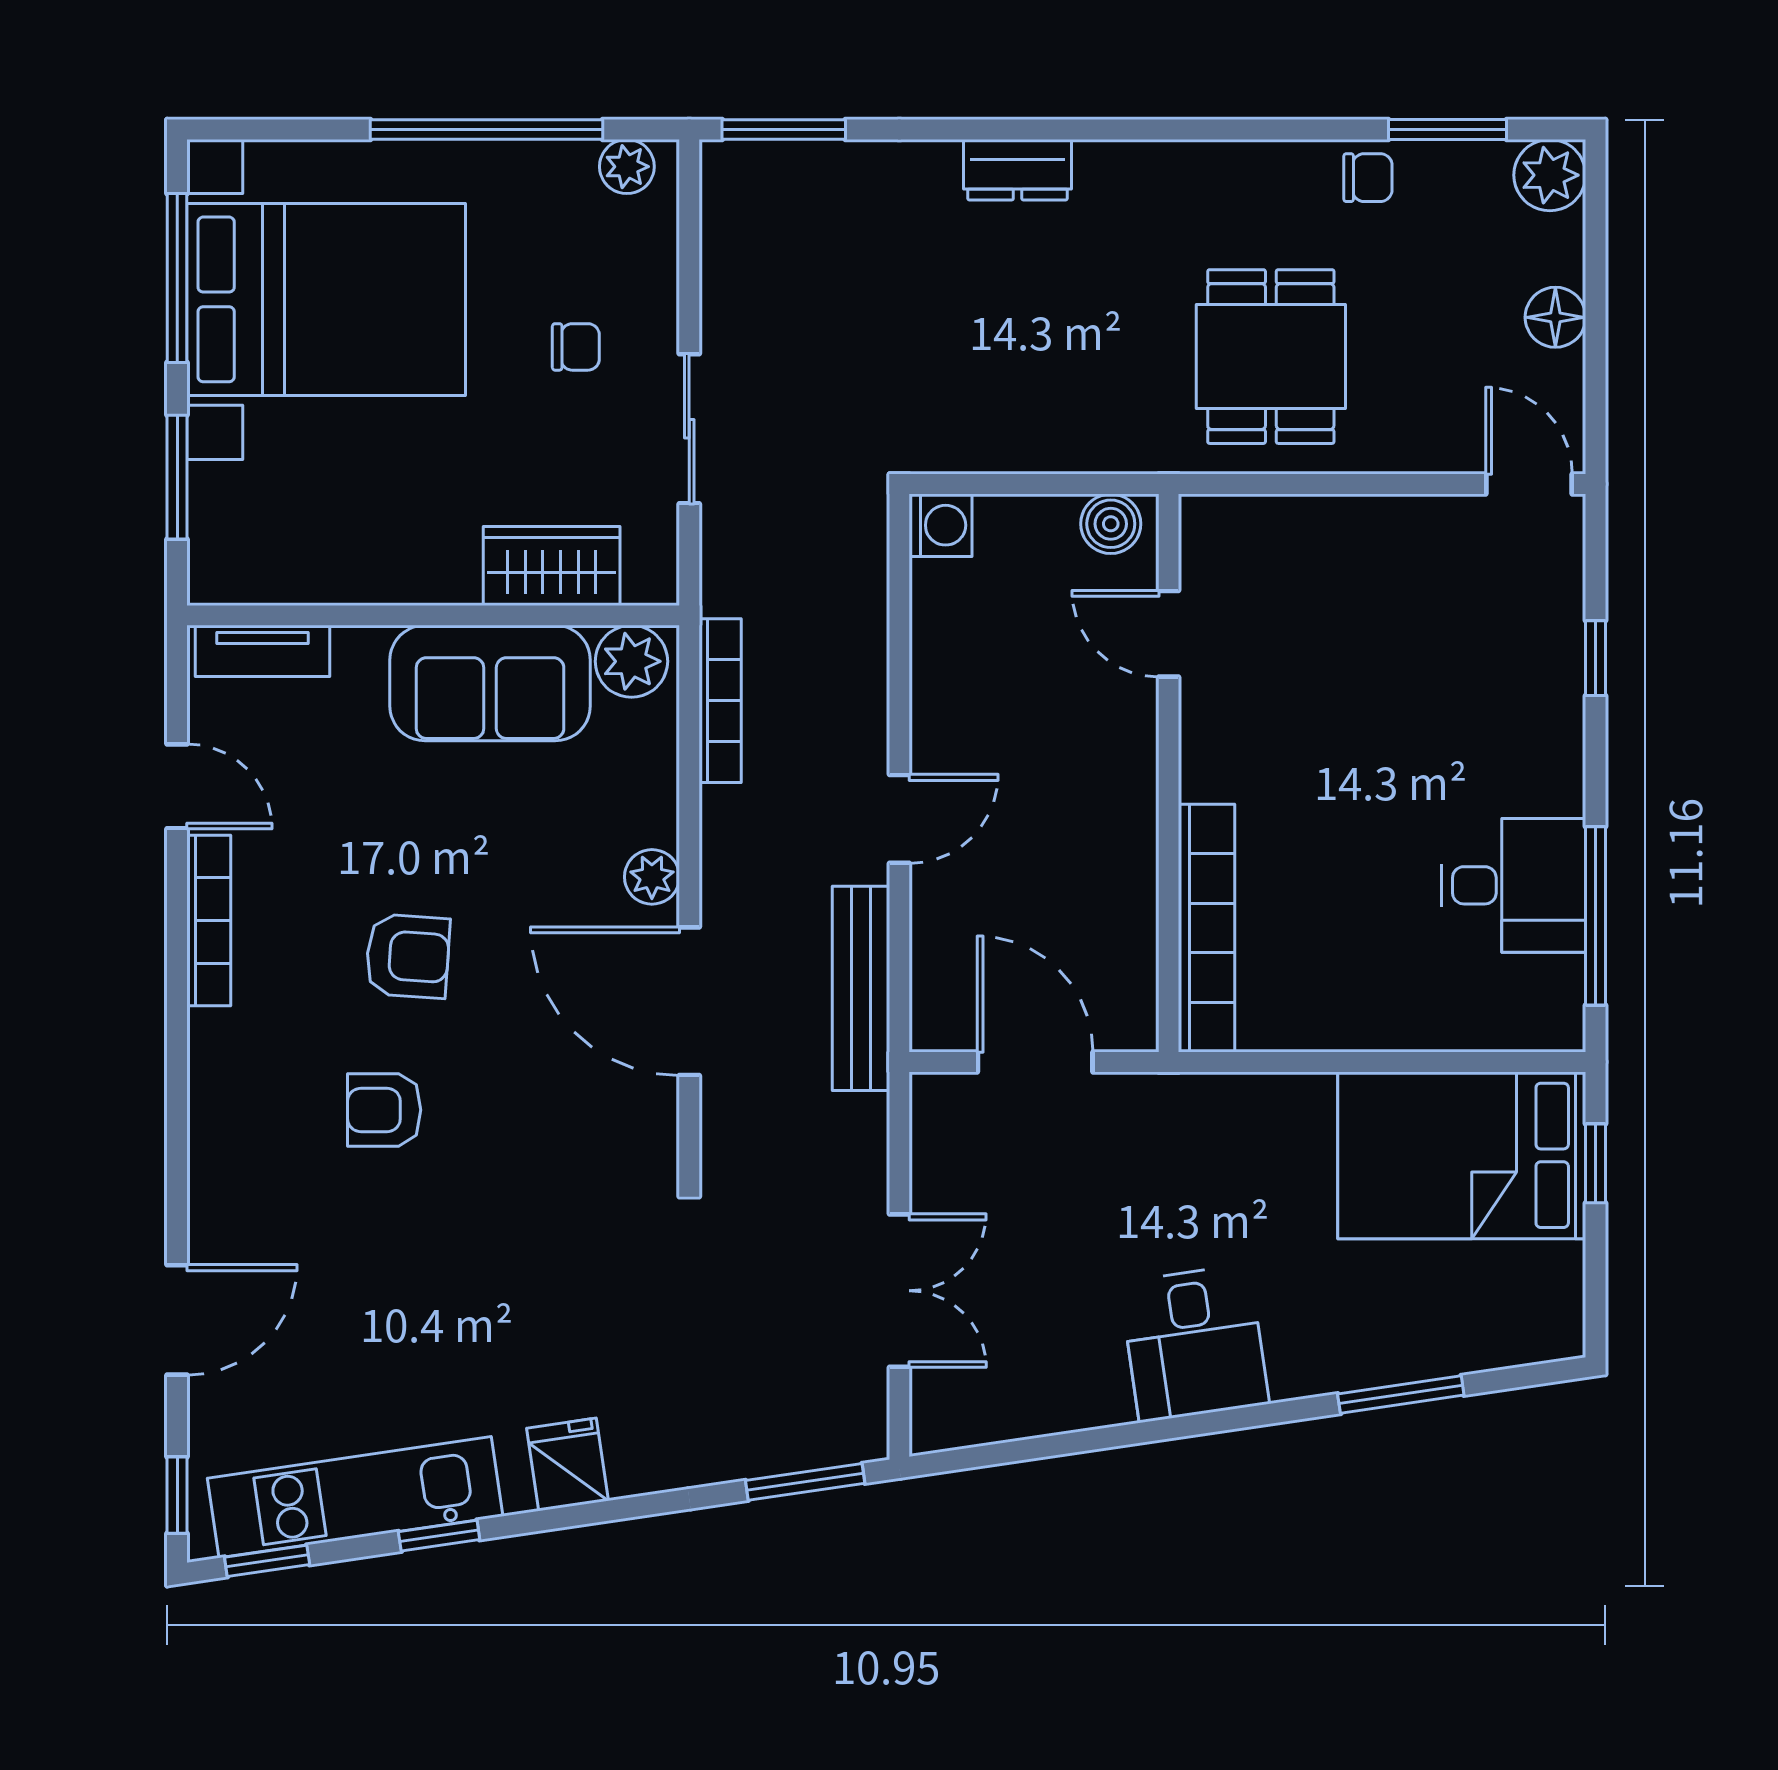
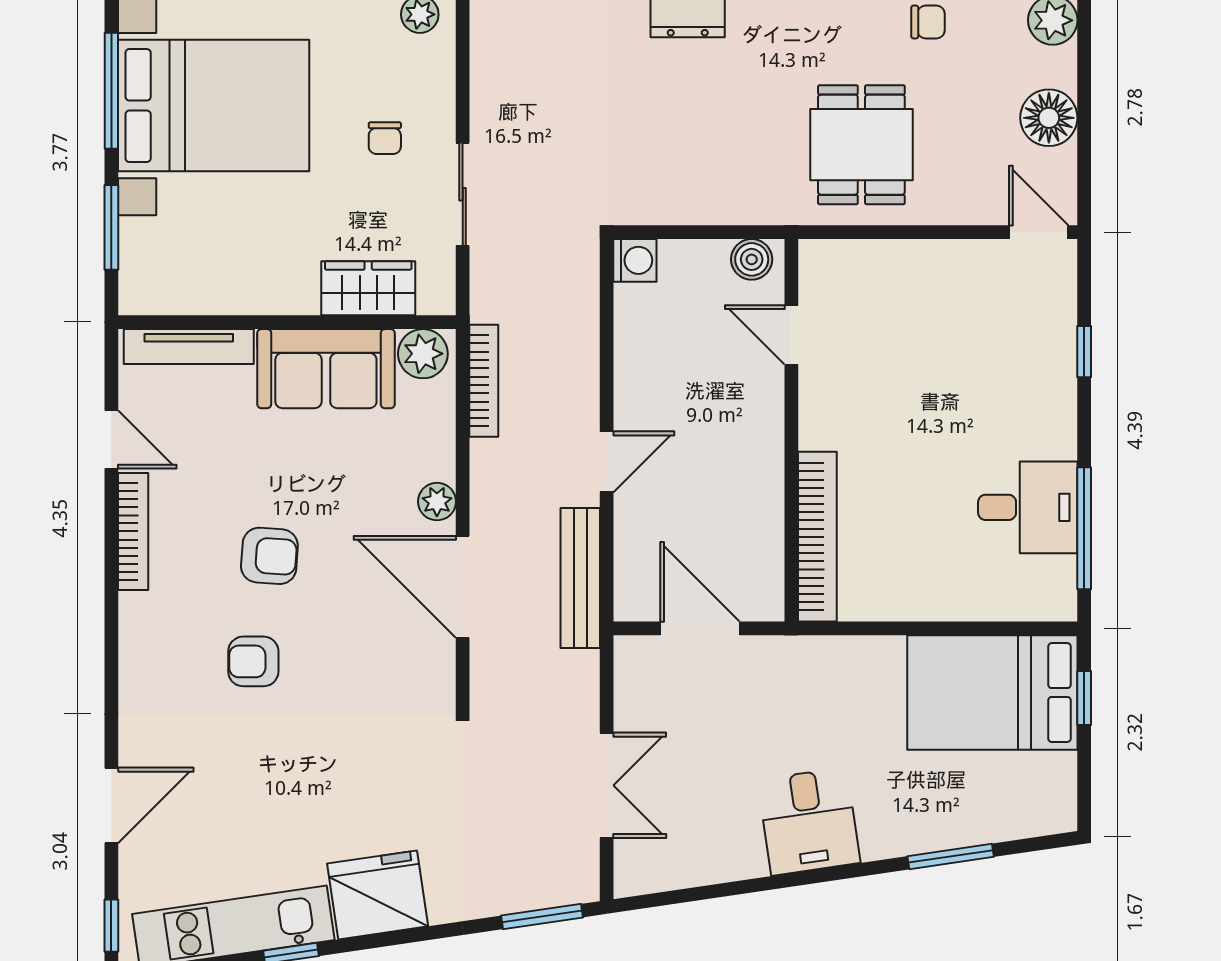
floor lamp: (1555, 317) -> (1049, 118), width x1.38, depth x1.38
chair: (576, 347) -> (385, 138), turned 90
tv unit: (263, 651) -> (189, 347), width x1.41
fridge: (567, 1464) -> (378, 895), width x1.88, depth x1.34

